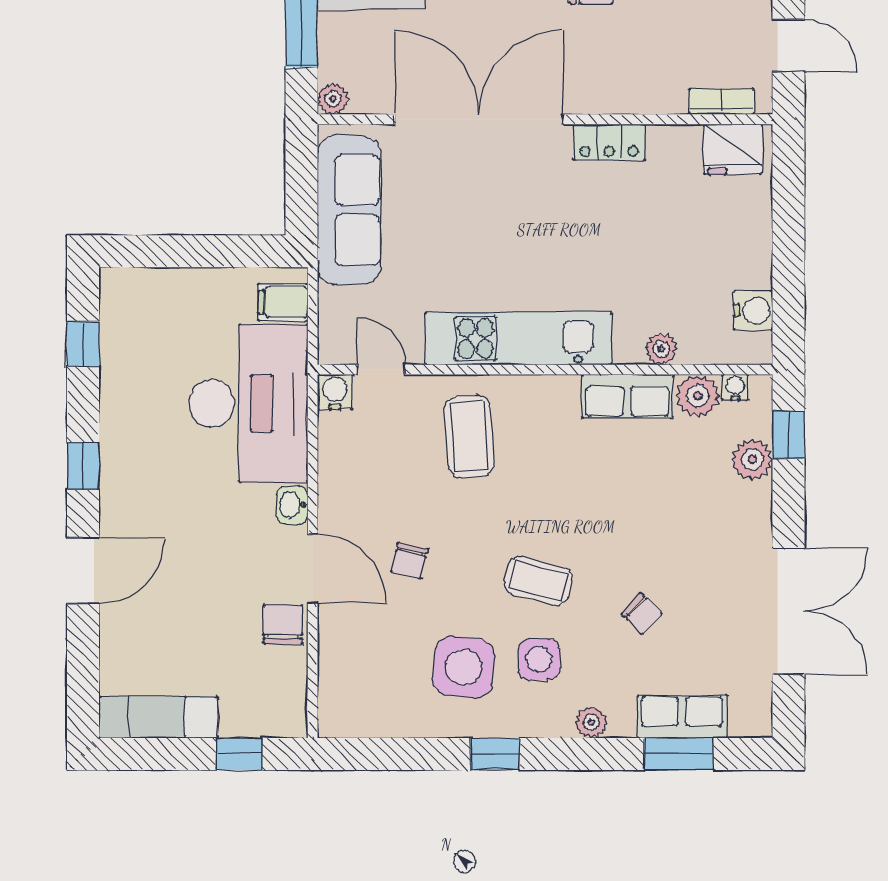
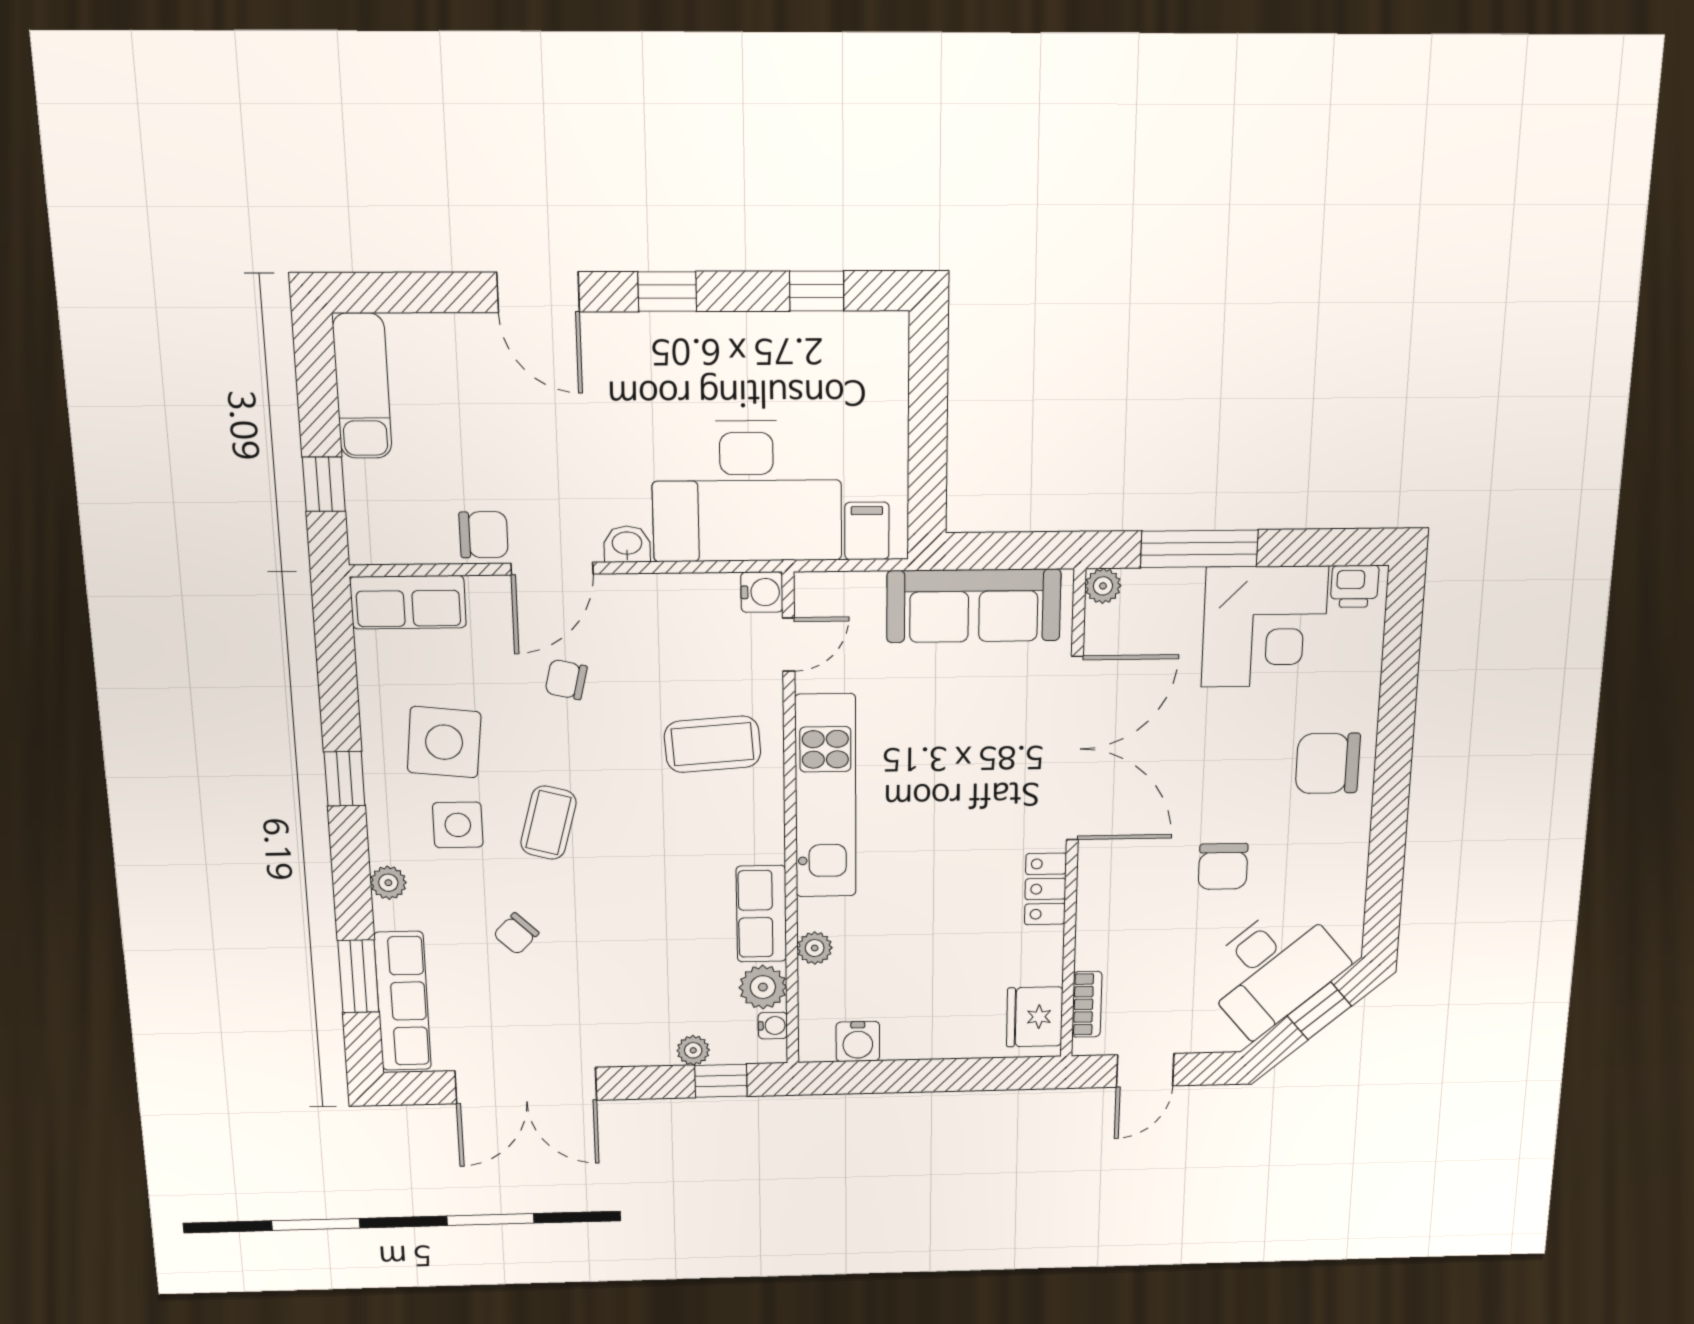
plant: (752, 460) -> (693, 1050), width x0.73, depth x0.73
row of seats: (340, 691) -> (408, 602), added
row of seats: (682, 717) -> (403, 1001), width x1.48

